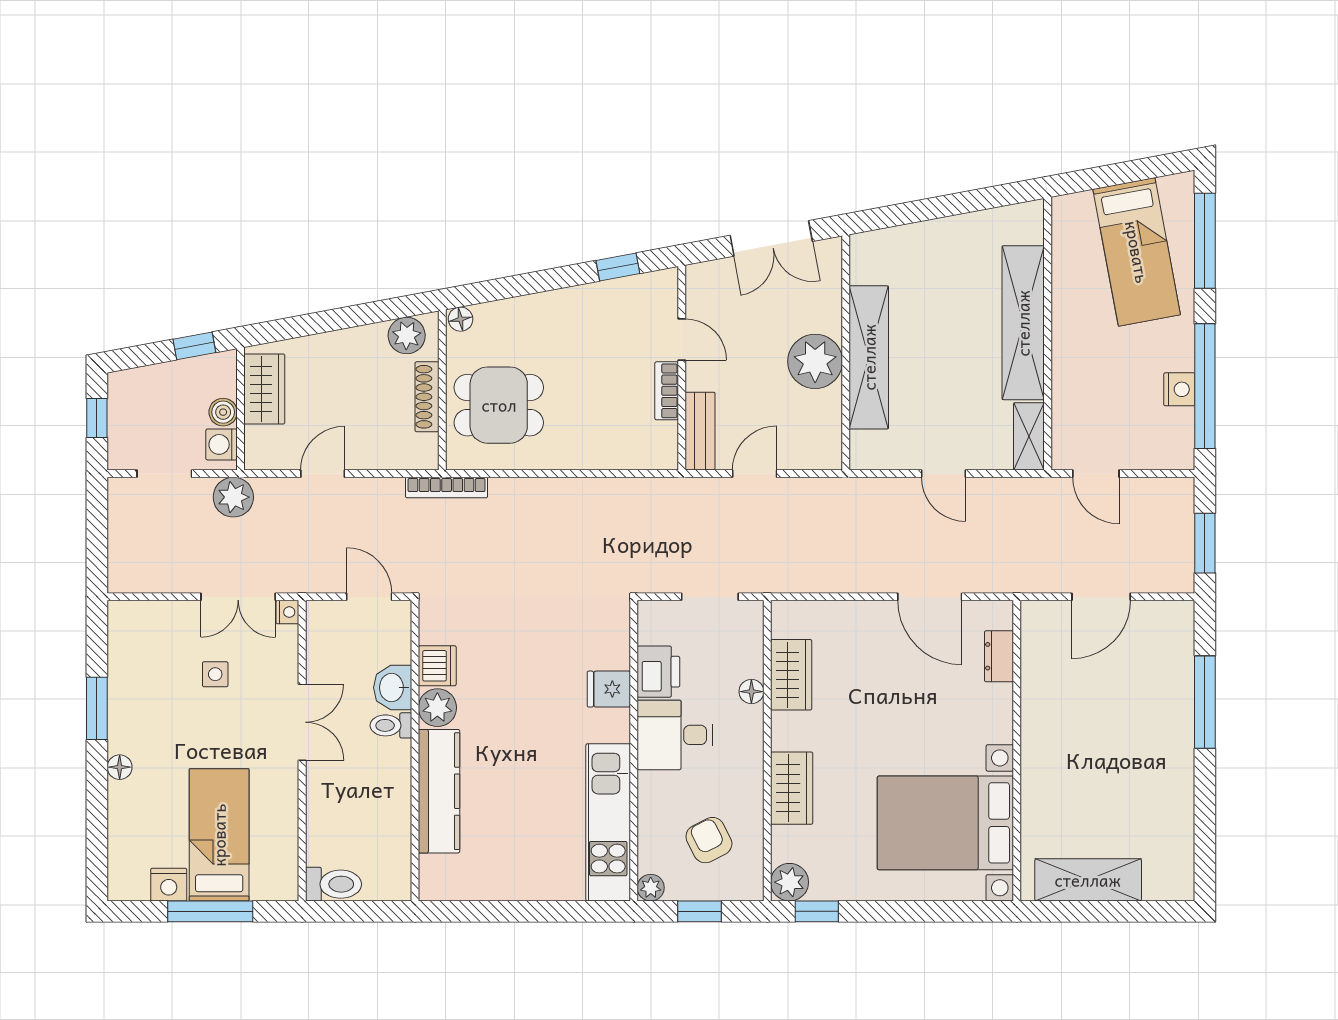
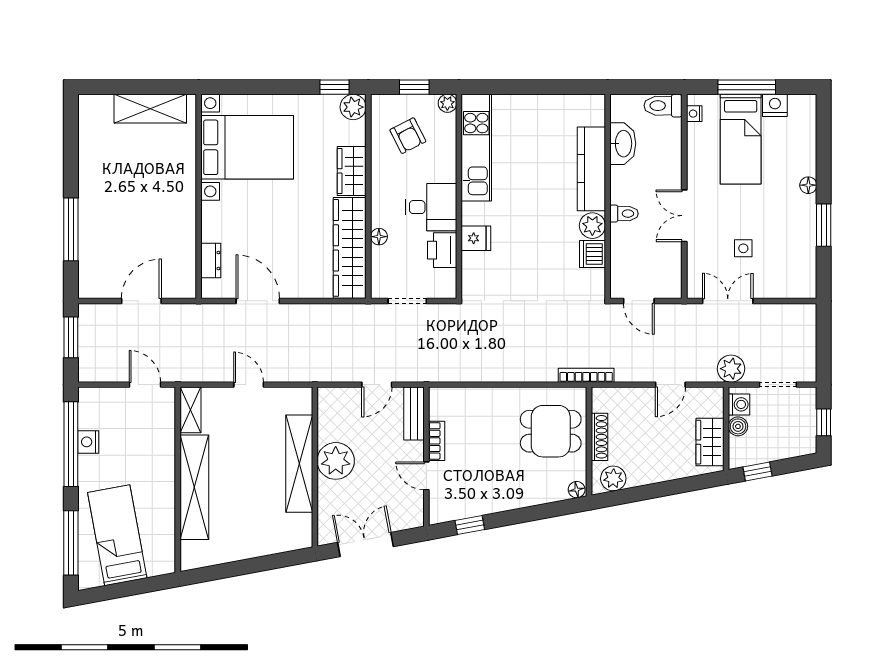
nightstand: (287, 612) -> (694, 114), moved
wardrobe: (791, 675) -> (350, 248), width x2.10, depth x1.17
washbasin: (393, 688) -> (623, 144), moved, width x1.38

